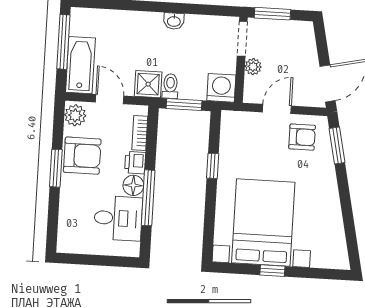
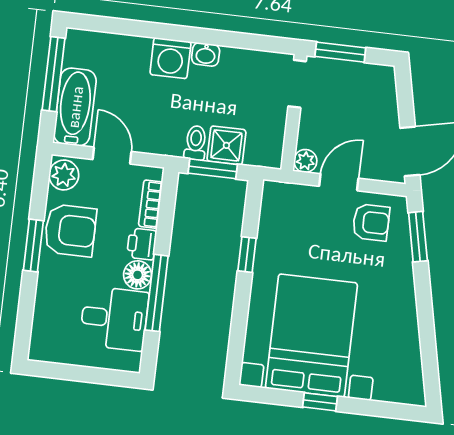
plant: (253, 67) -> (305, 161), moved
shower: (148, 84) -> (226, 145), moved
washing machine: (221, 88) -> (170, 58), moved, turned 180

